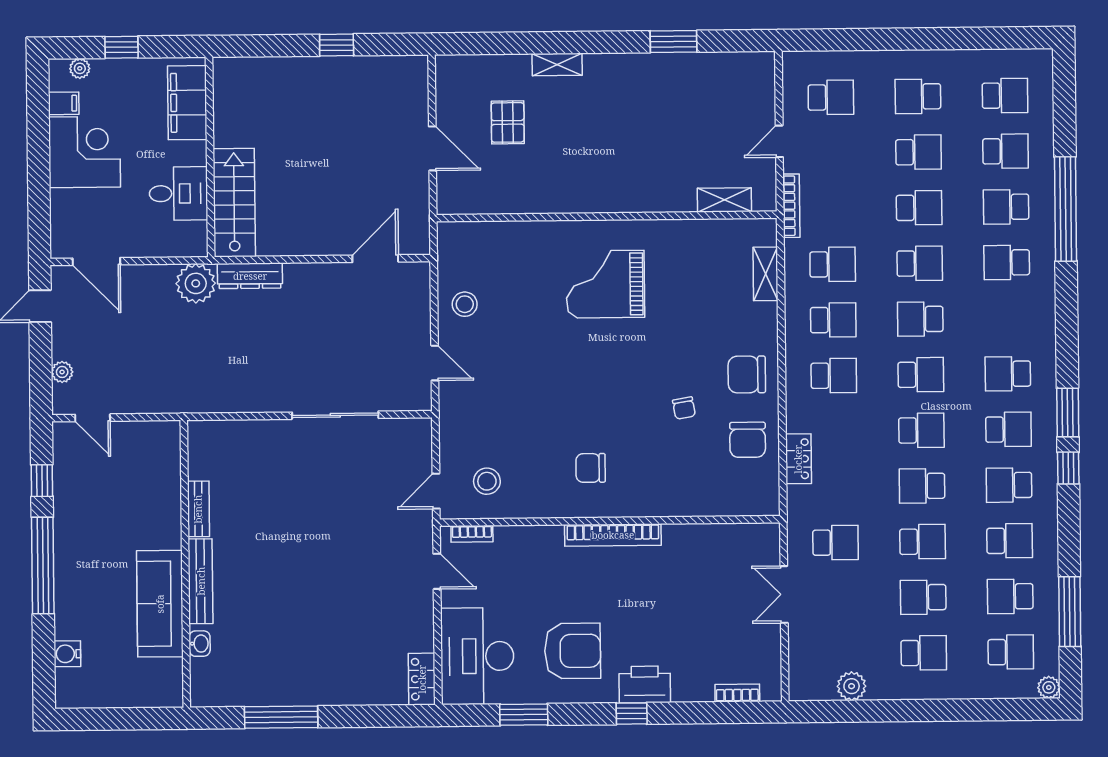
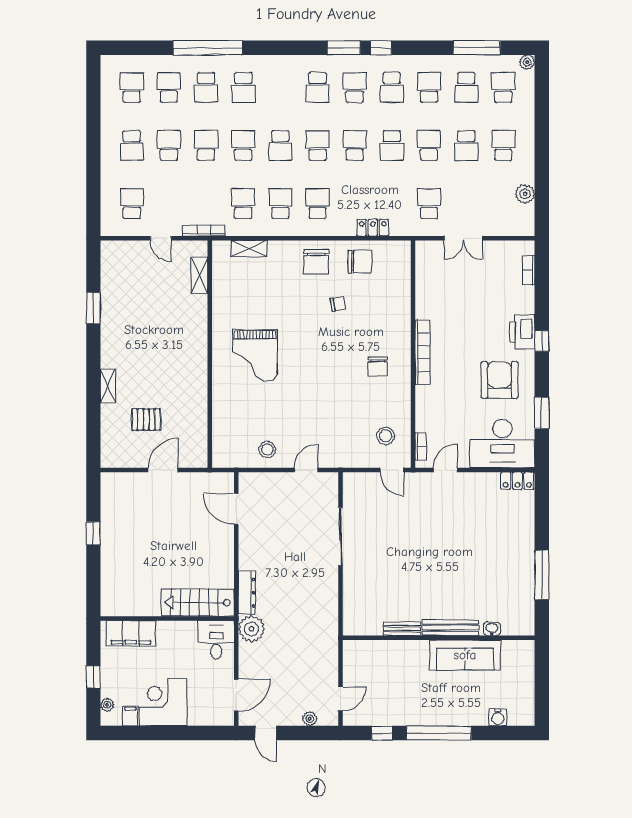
desk: (178, 194) -> (216, 640), moved

